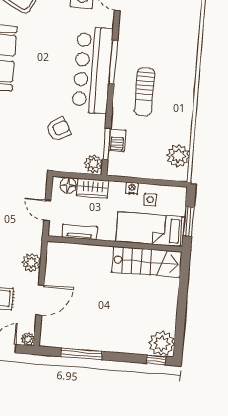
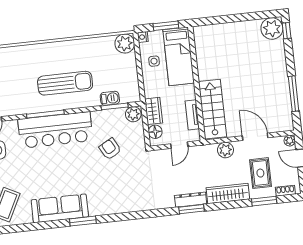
sun lounger: (144, 92) -> (65, 83), width x1.36, depth x1.34
plant: (178, 156) -> (125, 44), moved
nightstand: (132, 188) -> (143, 37), moved
stairs: (147, 262) -> (212, 109), moved

